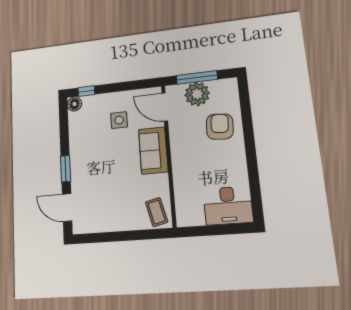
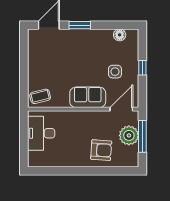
window: (86, 91) -> (142, 68), moved
floor lamp: (74, 104) -> (120, 35), moved
desk: (228, 205) -> (41, 133), moved

